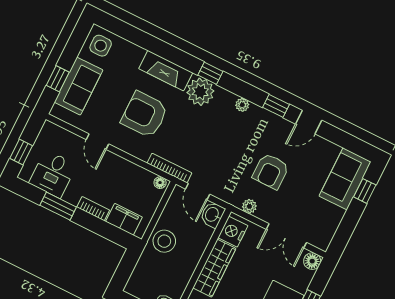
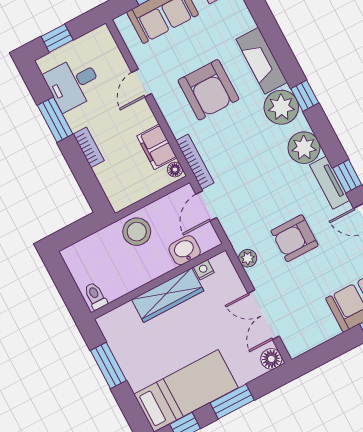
plant: (242, 105) -> (304, 148), width x1.88, depth x1.88
armchair: (144, 115) -> (208, 90), turned 180
tv unit: (267, 118) -> (330, 183), added
washbasin: (212, 215) -> (185, 250), moved
filing cabinet: (124, 219) -> (157, 147), moved, turned 180
nightstand: (233, 232) -> (204, 270), width x0.53, depth x0.56

